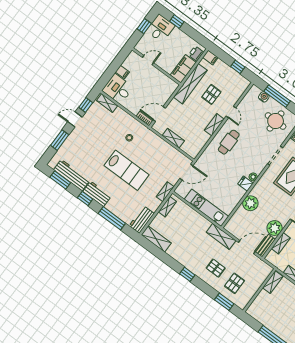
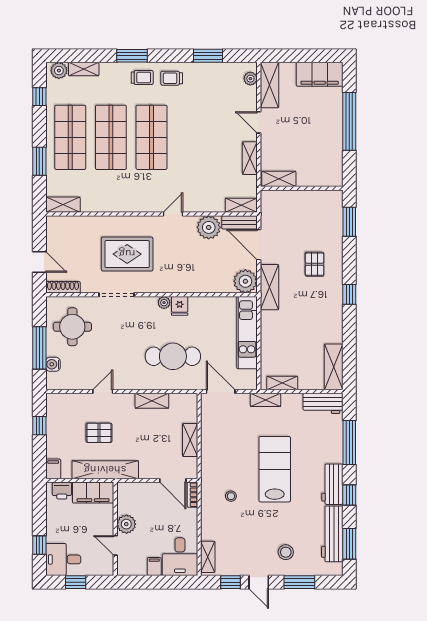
plant: (155, 74) -> (126, 524), added
shelving: (214, 125) -> (152, 401), moved
cafe table: (229, 142) -> (173, 356), moved, width x1.37, depth x1.35
stool: (80, 144) -> (286, 552), added
plant: (250, 203) -> (245, 281), moved
shelving: (281, 243) -> (241, 205), moved
pallet: (235, 283) -> (316, 226), removed

